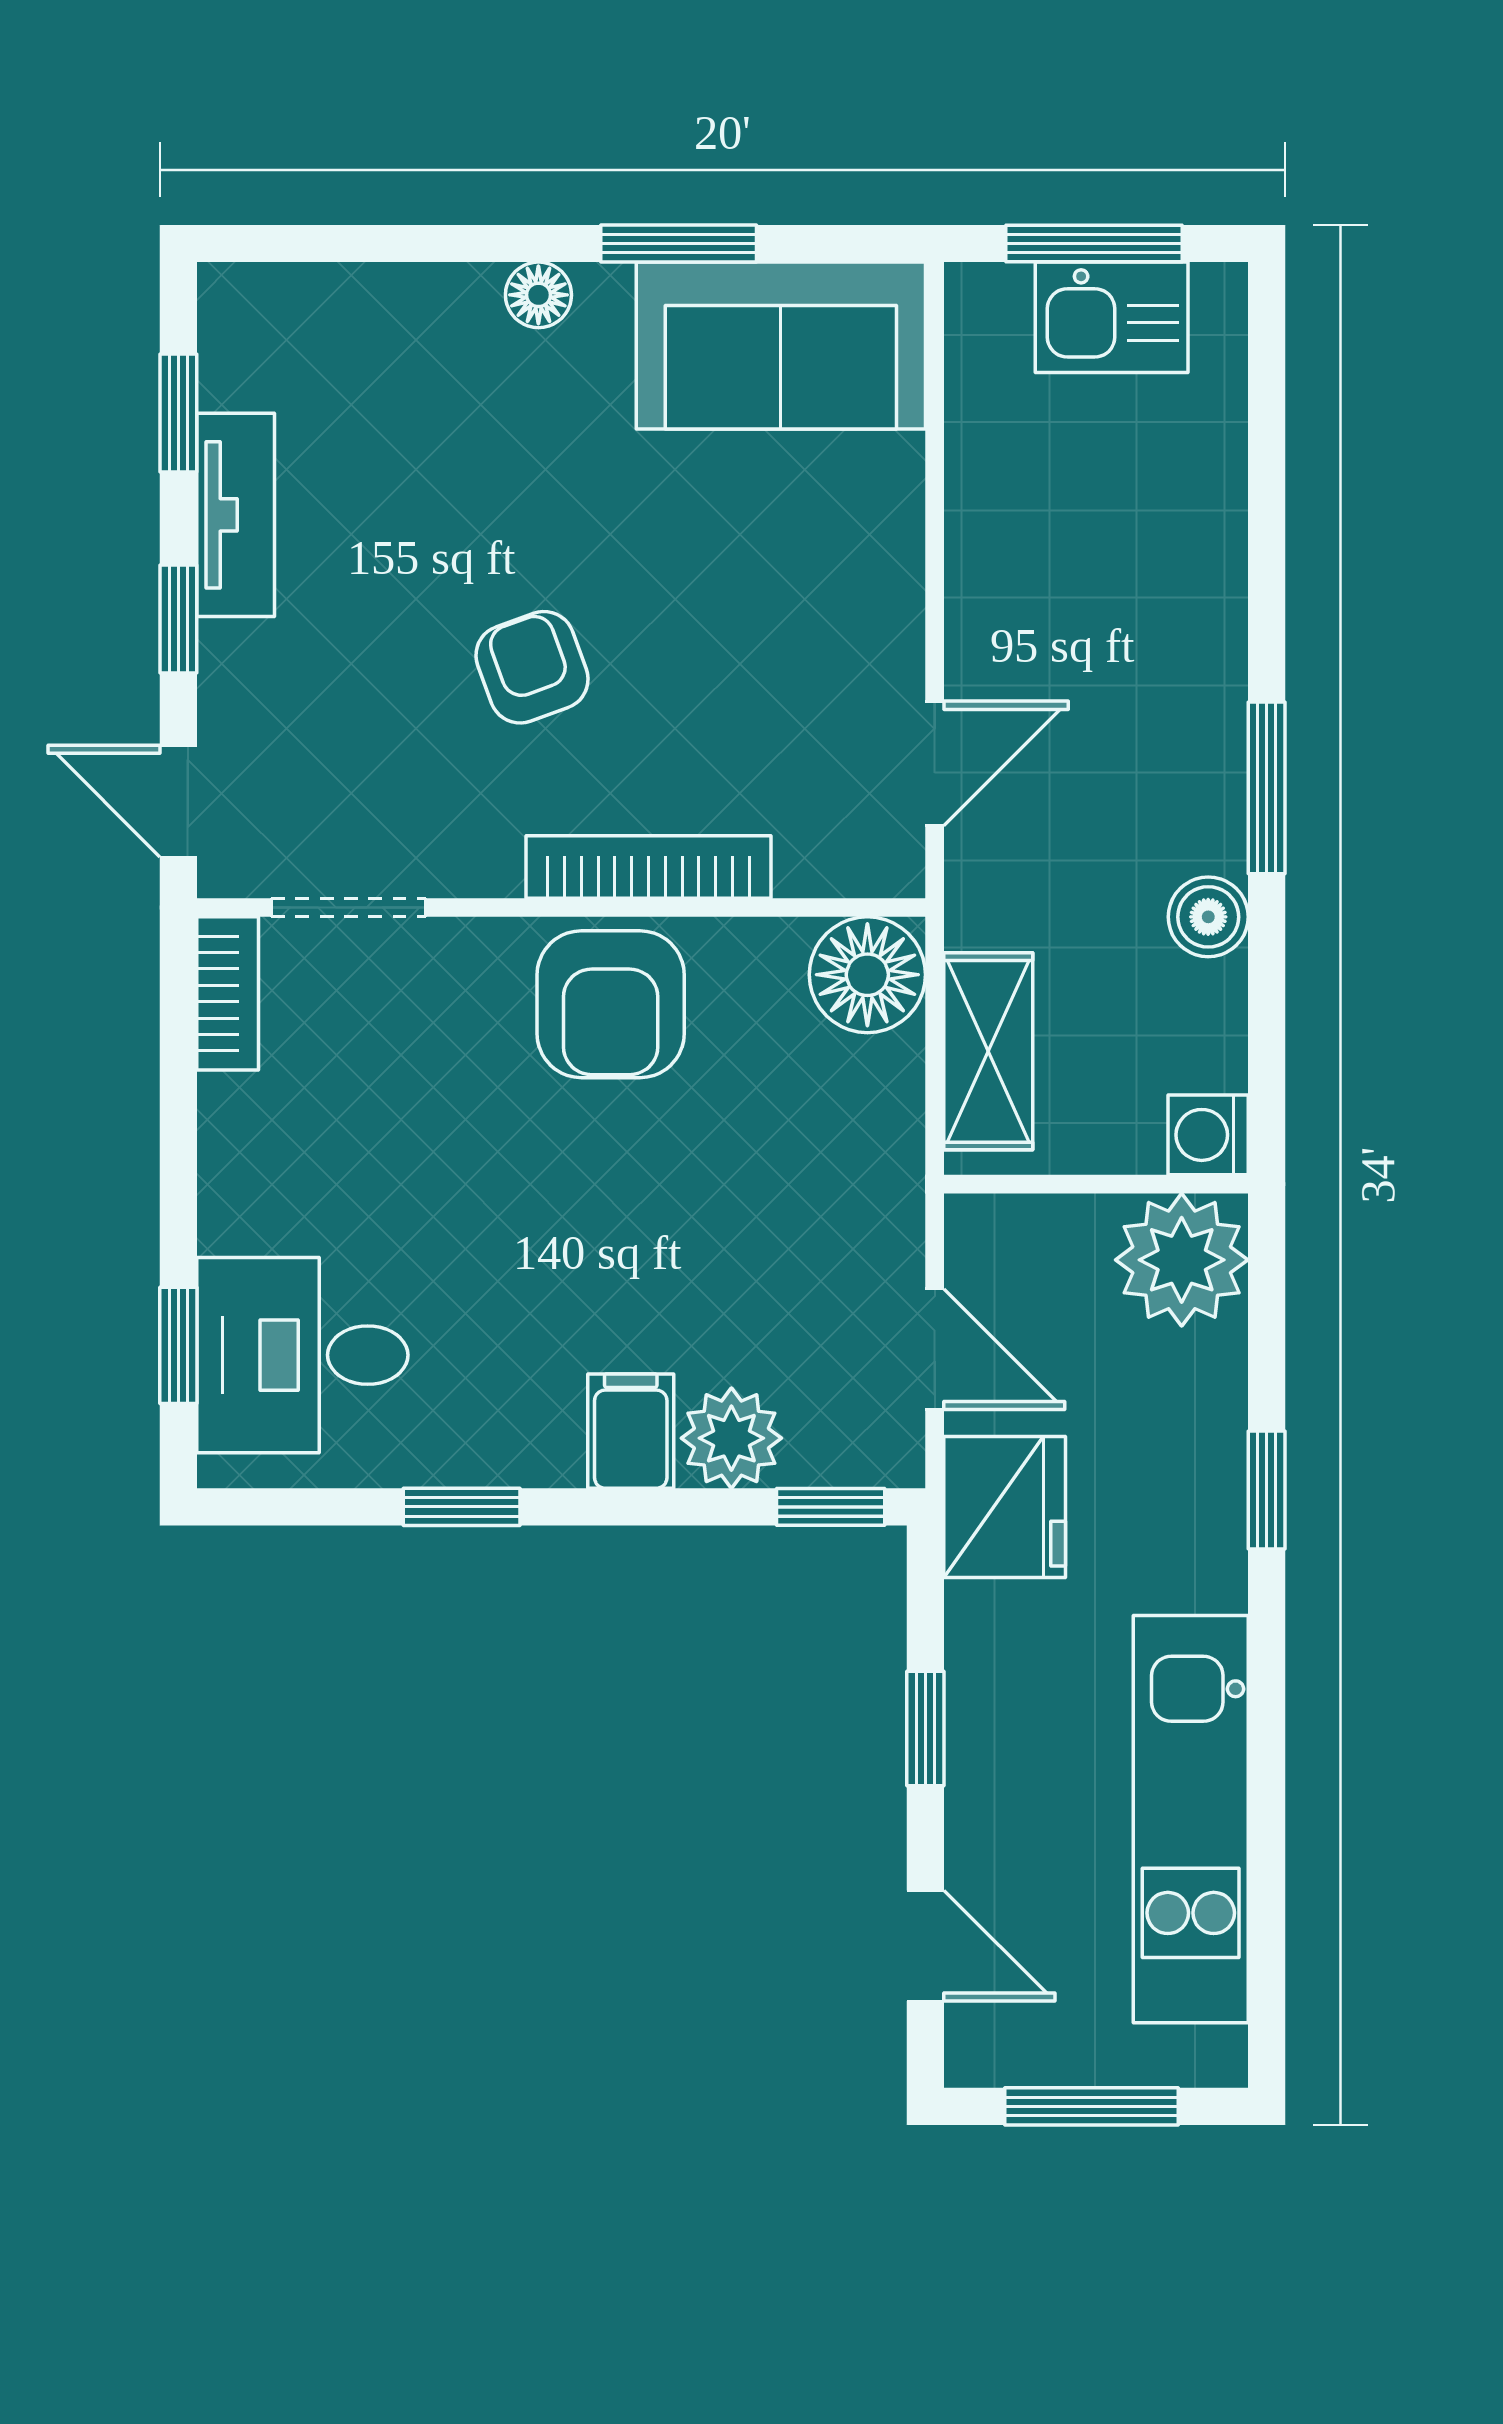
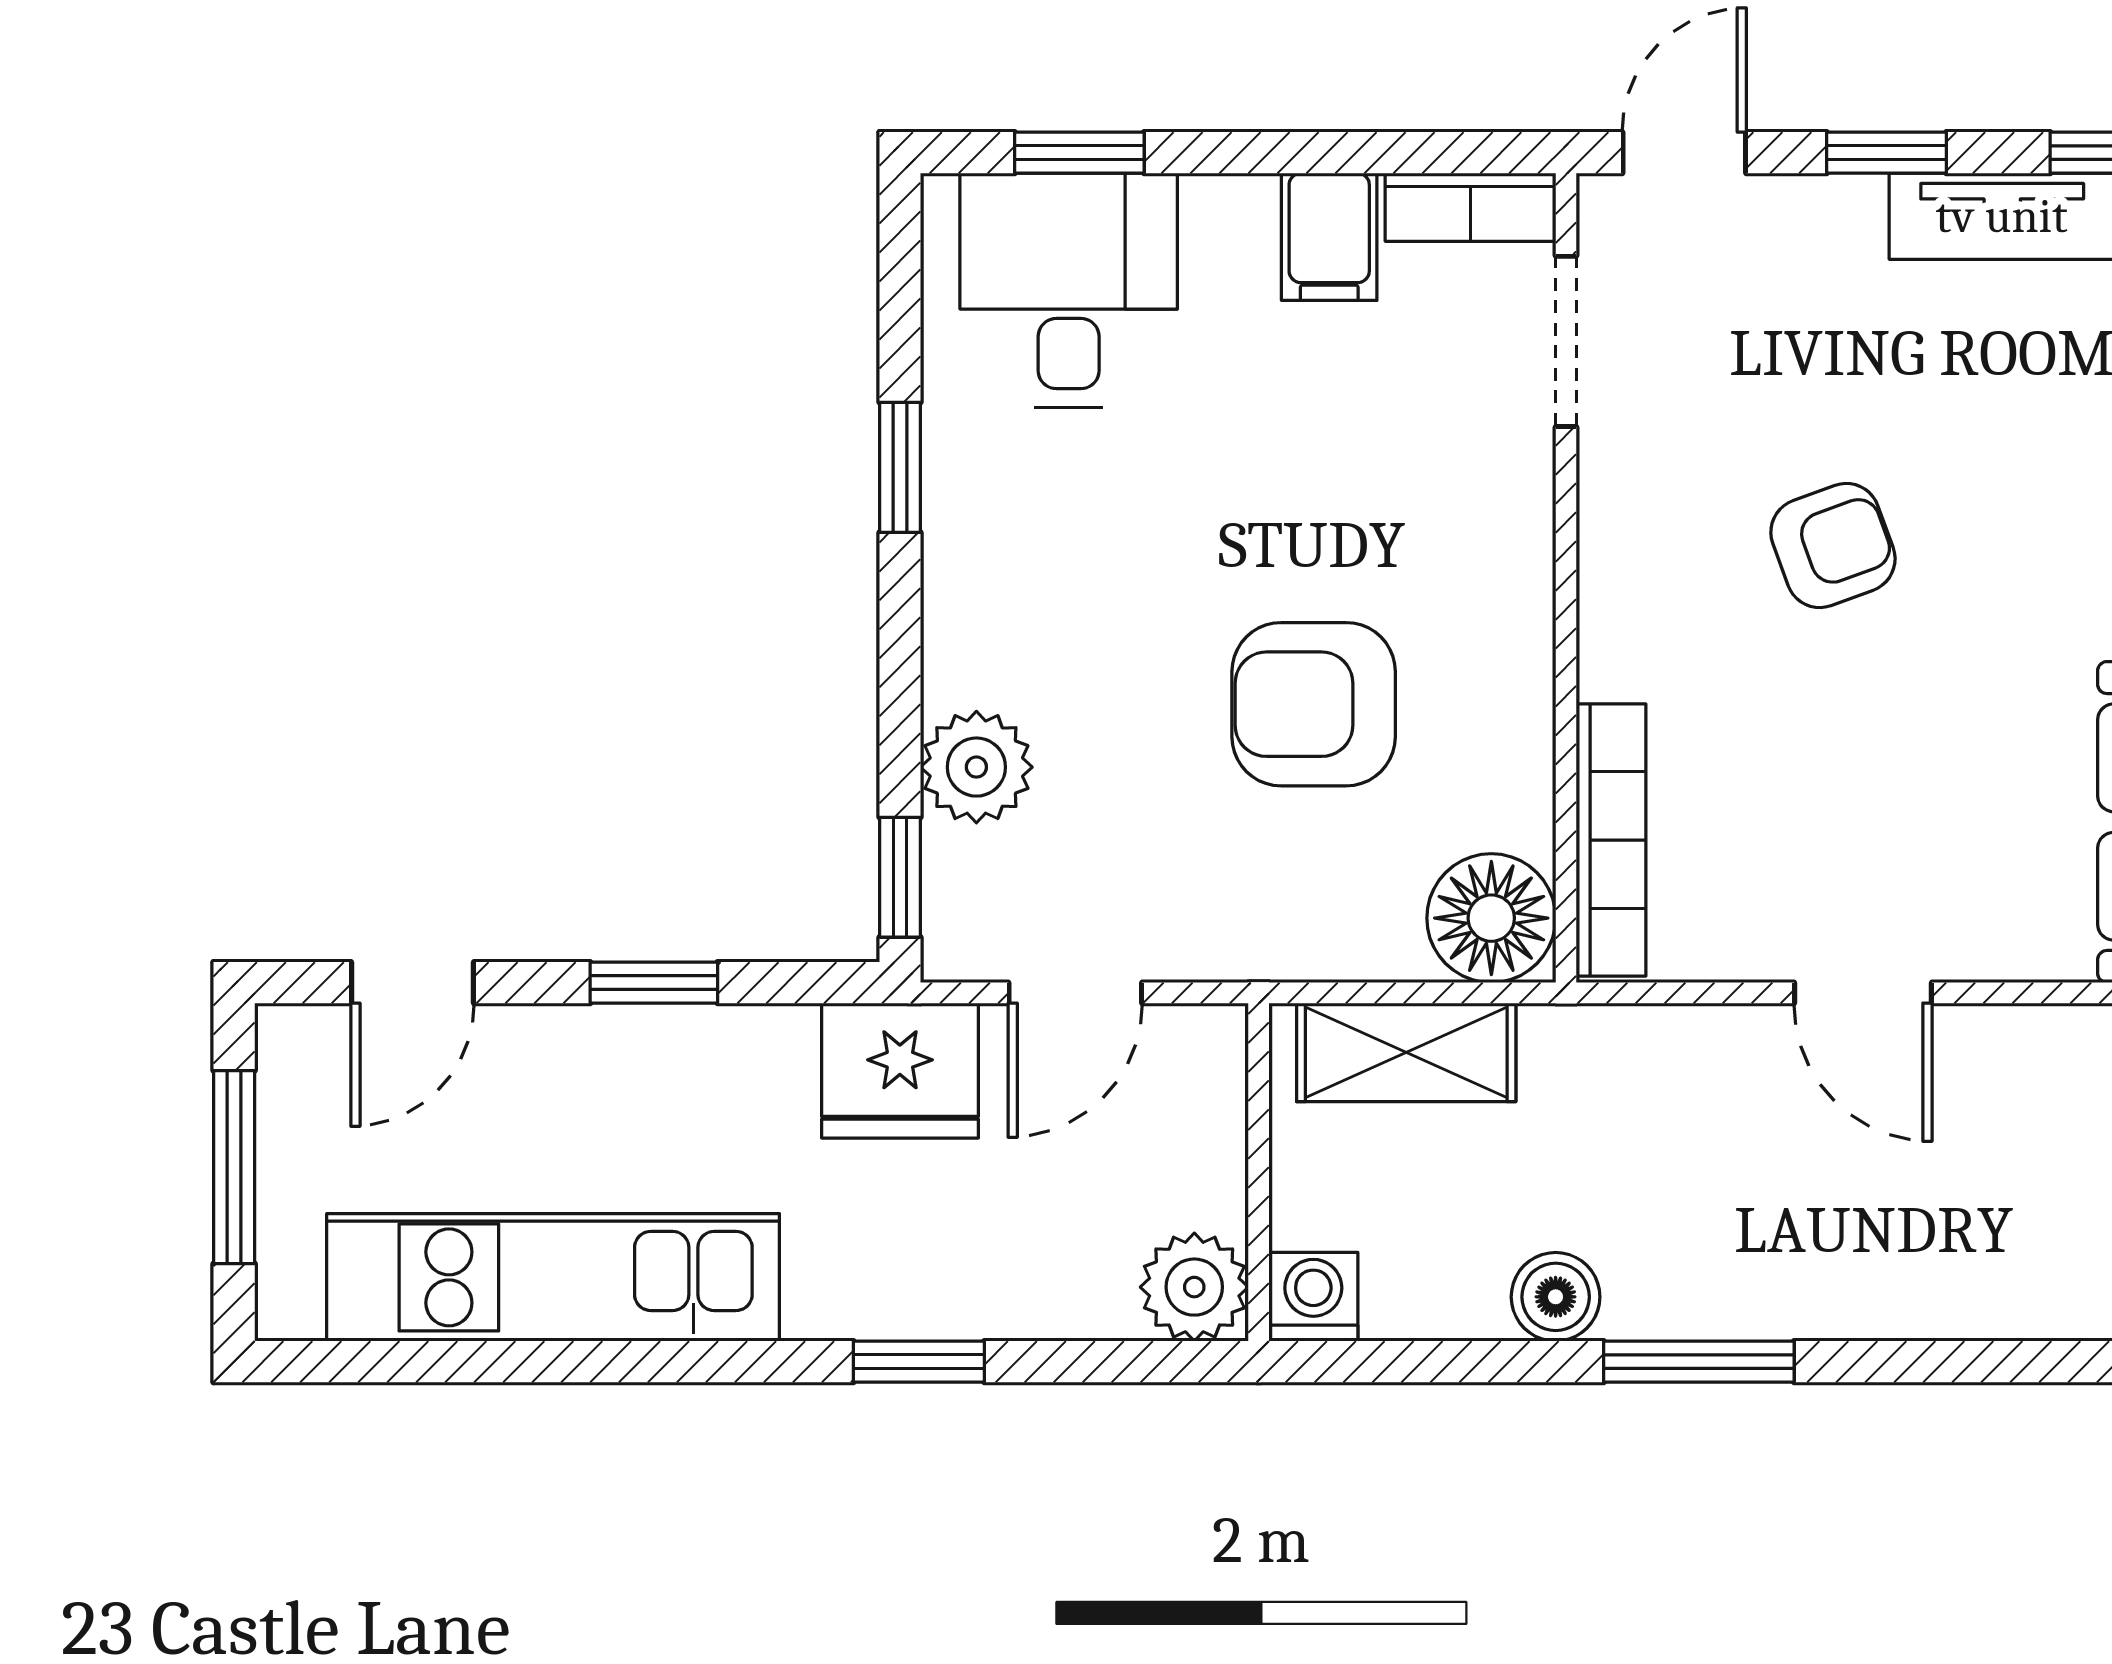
door: (935, 763) -> (1863, 993), moved
bookcase: (649, 867) -> (1611, 840), moved
armchair: (611, 1004) -> (1314, 704), moved
plant: (1182, 1260) -> (1194, 1287), width x0.73, depth x0.73
filing cabinet: (631, 1431) -> (1329, 237), moved, turned 90

